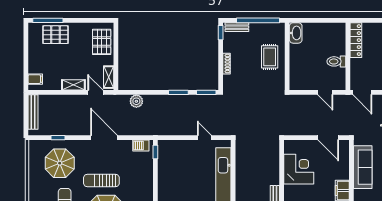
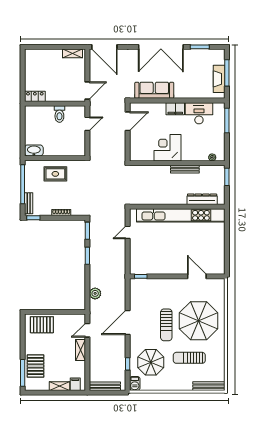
locker: (356, 40) -> (35, 96), width x0.66
shelving: (109, 77) -> (60, 386), moved
barbecue: (141, 145) -> (135, 383), moved
corner desk: (299, 169) -> (167, 148), moved

